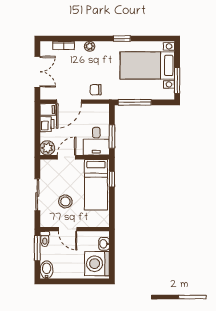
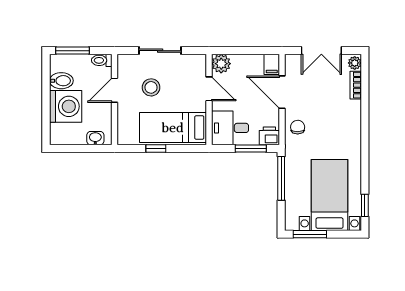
window: (122, 39) -> (365, 205), moved
plant: (89, 46) -> (355, 63), moved
printer: (47, 124) -> (269, 136), moved, turned 180
window: (112, 136) -> (251, 149), moved
window: (112, 179) -> (156, 149), moved
window: (37, 248) -> (73, 51), moved
washing machine: (97, 264) -> (66, 106), moved, turned 90
bidet: (47, 270) -> (61, 81), moved

